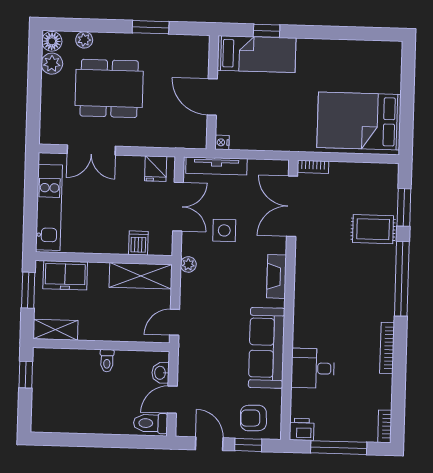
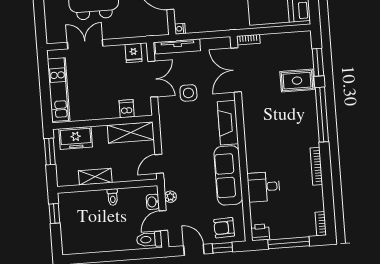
double door: (91, 150) -> (85, 44), swing flipped
plant: (188, 264) -> (170, 197), moved
fireplace: (276, 276) -> (228, 123), width x1.37, depth x1.32
shelving: (55, 330) -> (95, 177), moved

